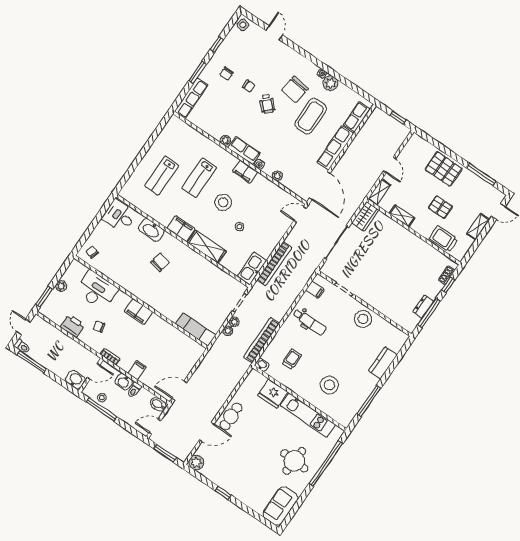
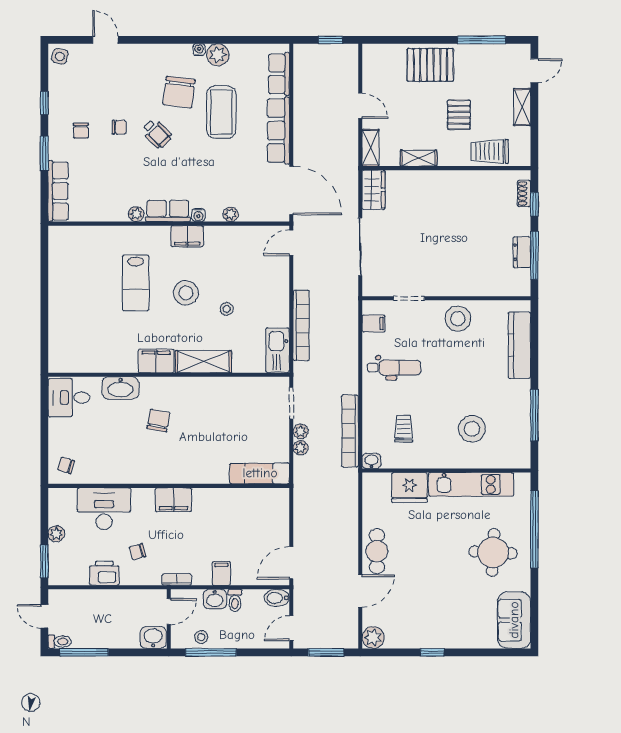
lab bench: (162, 176) -> (87, 312), removed
pallet: (440, 207) -> (459, 115), turned 90
kitchen counter: (383, 363) -> (519, 345), width x1.50

